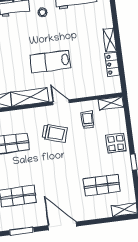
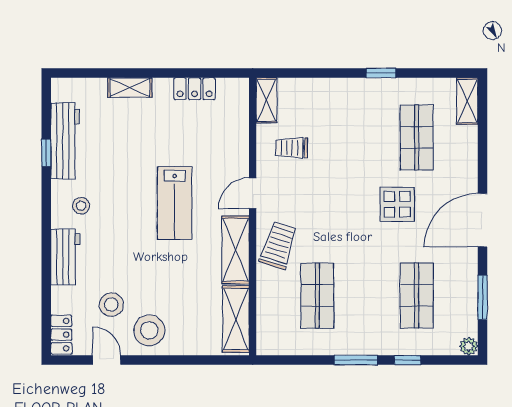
shelving: (110, 40) -> (130, 88), moved
trolley: (55, 133) -> (278, 245), moved
display table: (116, 143) -> (397, 204), moved

